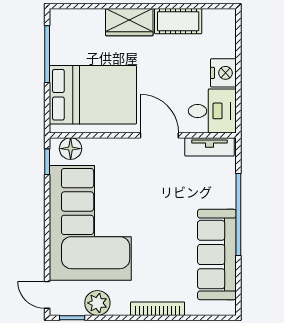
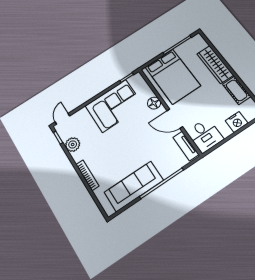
wardrobe: (129, 22) -> (215, 64), width x1.50
nightstand: (223, 73) -> (237, 122), moved
door: (159, 135) -> (175, 119), swing flipped
floor lamp: (71, 149) -> (154, 103), moved
corner sofa: (90, 223) -> (114, 106), width x0.73, depth x0.74

